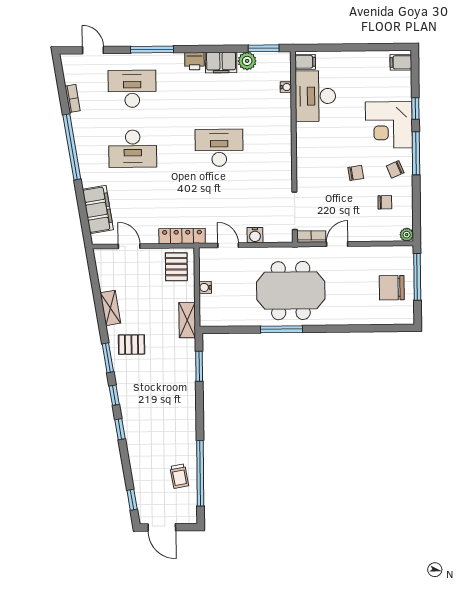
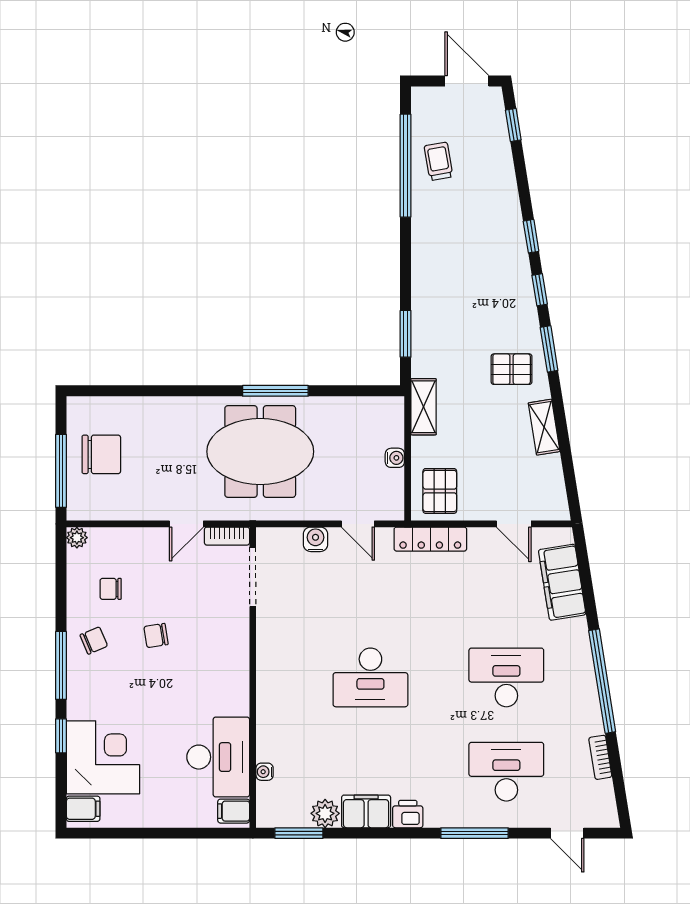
desk: (132, 89) -> (506, 772), turned 180
corner desk: (389, 125) -> (103, 757), moved

